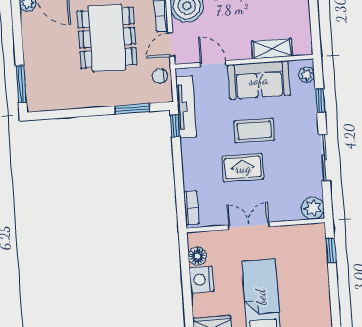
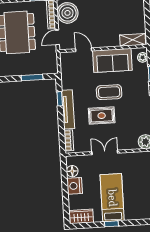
shelving: (272, 49) -> (133, 40), moved
chair: (160, 76) -> (50, 57), removed
tv unit: (186, 107) -> (68, 109), moved
window: (175, 126) -> (60, 99), moved

